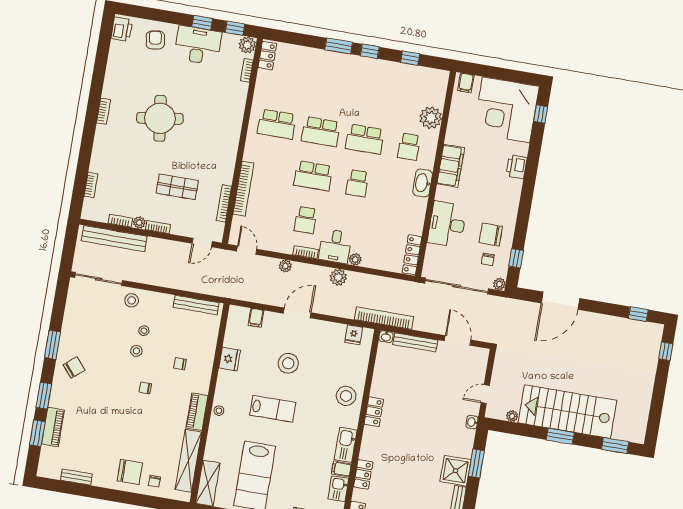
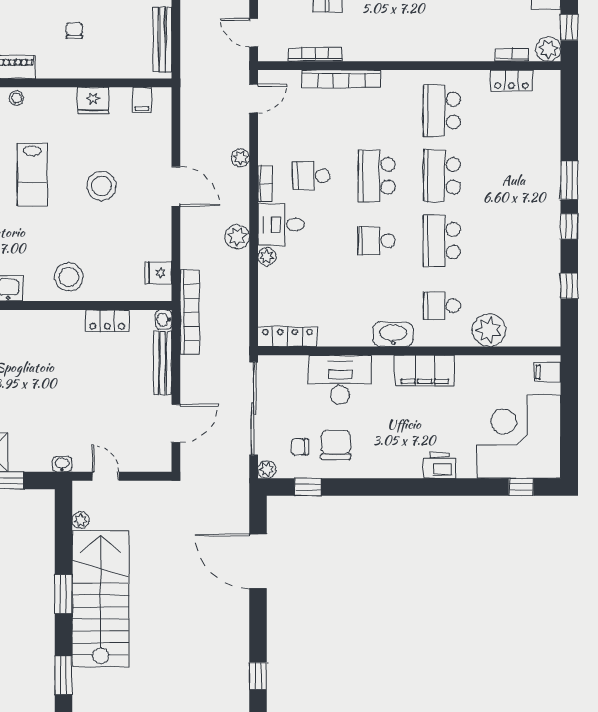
locker: (267, 56) -> (511, 80), moved
filing cabinet: (256, 318) -> (142, 100), moved, turned -90
locker: (374, 412) -> (107, 321), moved

